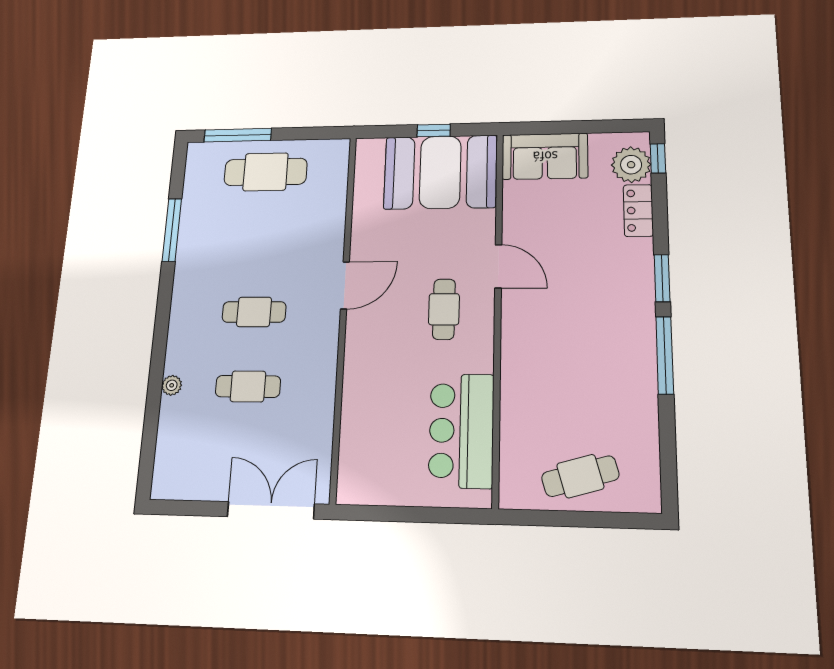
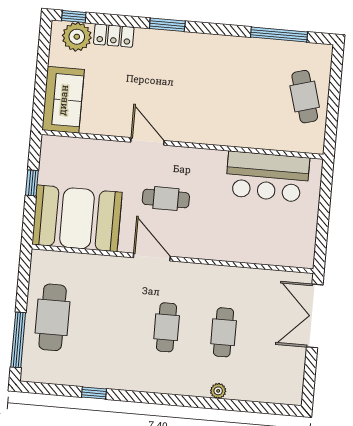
booth: (440, 172) -> (77, 218), moved, turned 90
window: (172, 230) -> (94, 393), width x0.46
door: (498, 266) -> (147, 141), hinge flipped
cafe table: (444, 309) -> (166, 199), moved
window: (665, 355) -> (279, 35), moved

